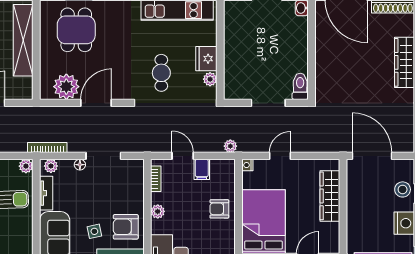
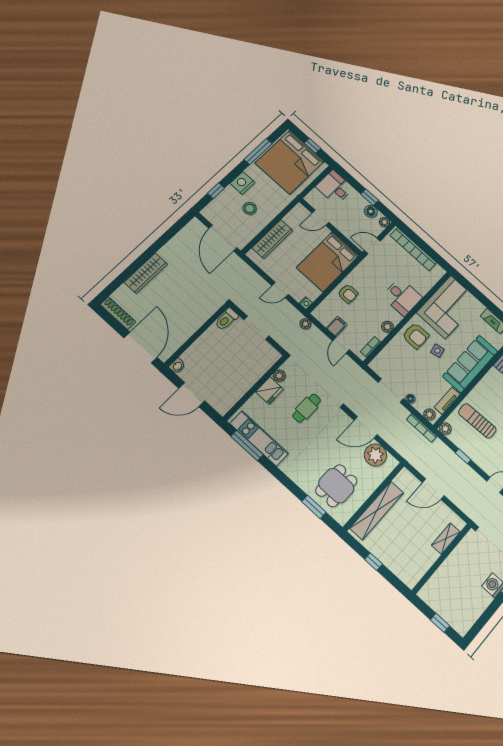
stool: (403, 189) -> (250, 208), moved

